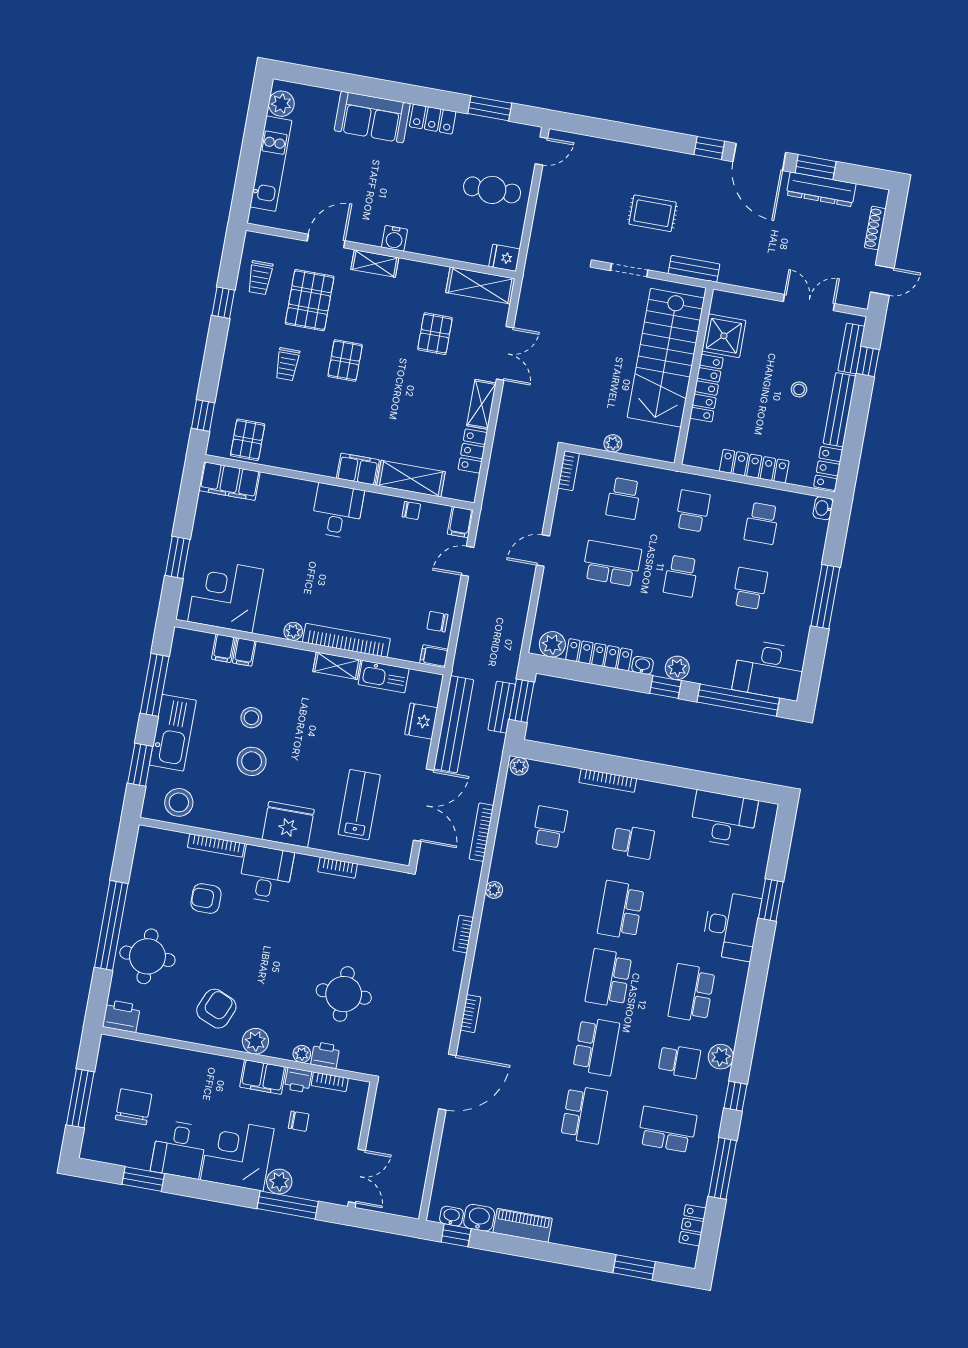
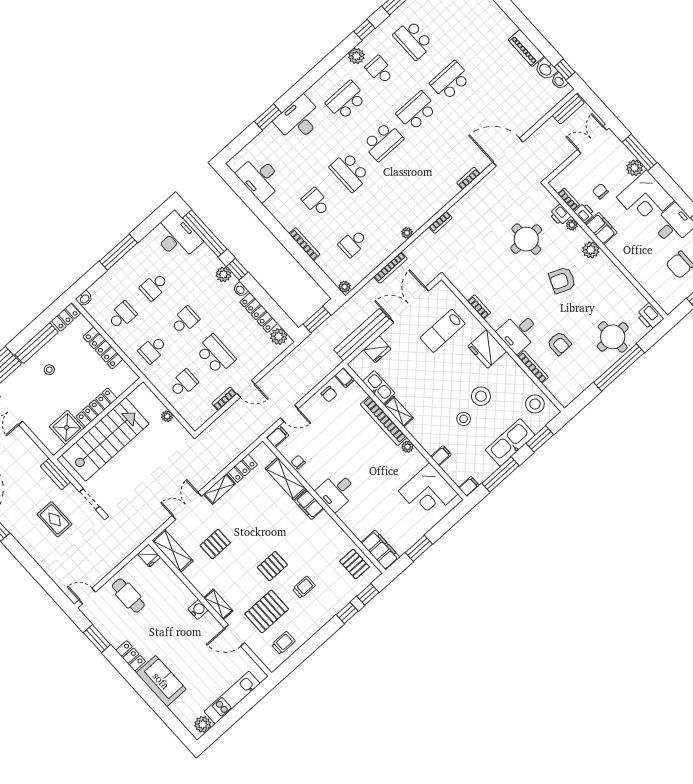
window: (223, 303) -> (347, 613), moved
pallet: (248, 440) -> (354, 564), turned 90
bookcase: (569, 471) -> (224, 399), moved
window: (178, 557) -> (419, 548), moved
school desk: (612, 564) -> (216, 354), turned 180
filing cabinet: (223, 648) -> (469, 486), moved
bench: (502, 707) -> (568, 109), moved
school desk: (621, 910) -> (349, 172), turned 90
school desk: (692, 993) -> (346, 100), turned 180
armchair: (216, 1009) -> (562, 280), moved

